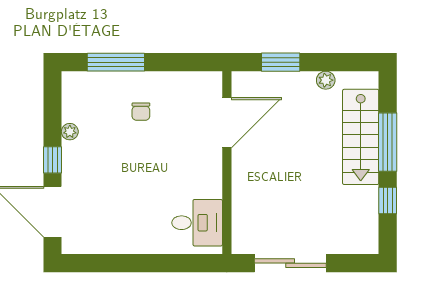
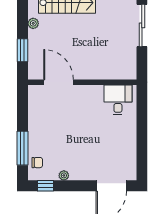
chair: (141, 112) -> (37, 163), moved
window: (53, 160) -> (46, 186), moved
sliding door: (290, 263) -> (142, 25), moved

